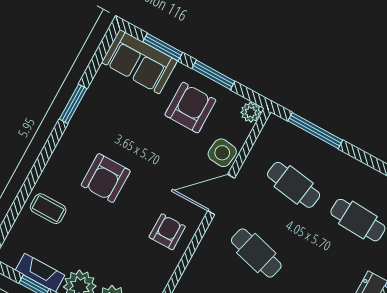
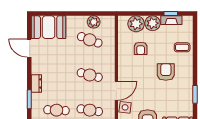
armchair: (167, 232) -> (141, 48), moved

